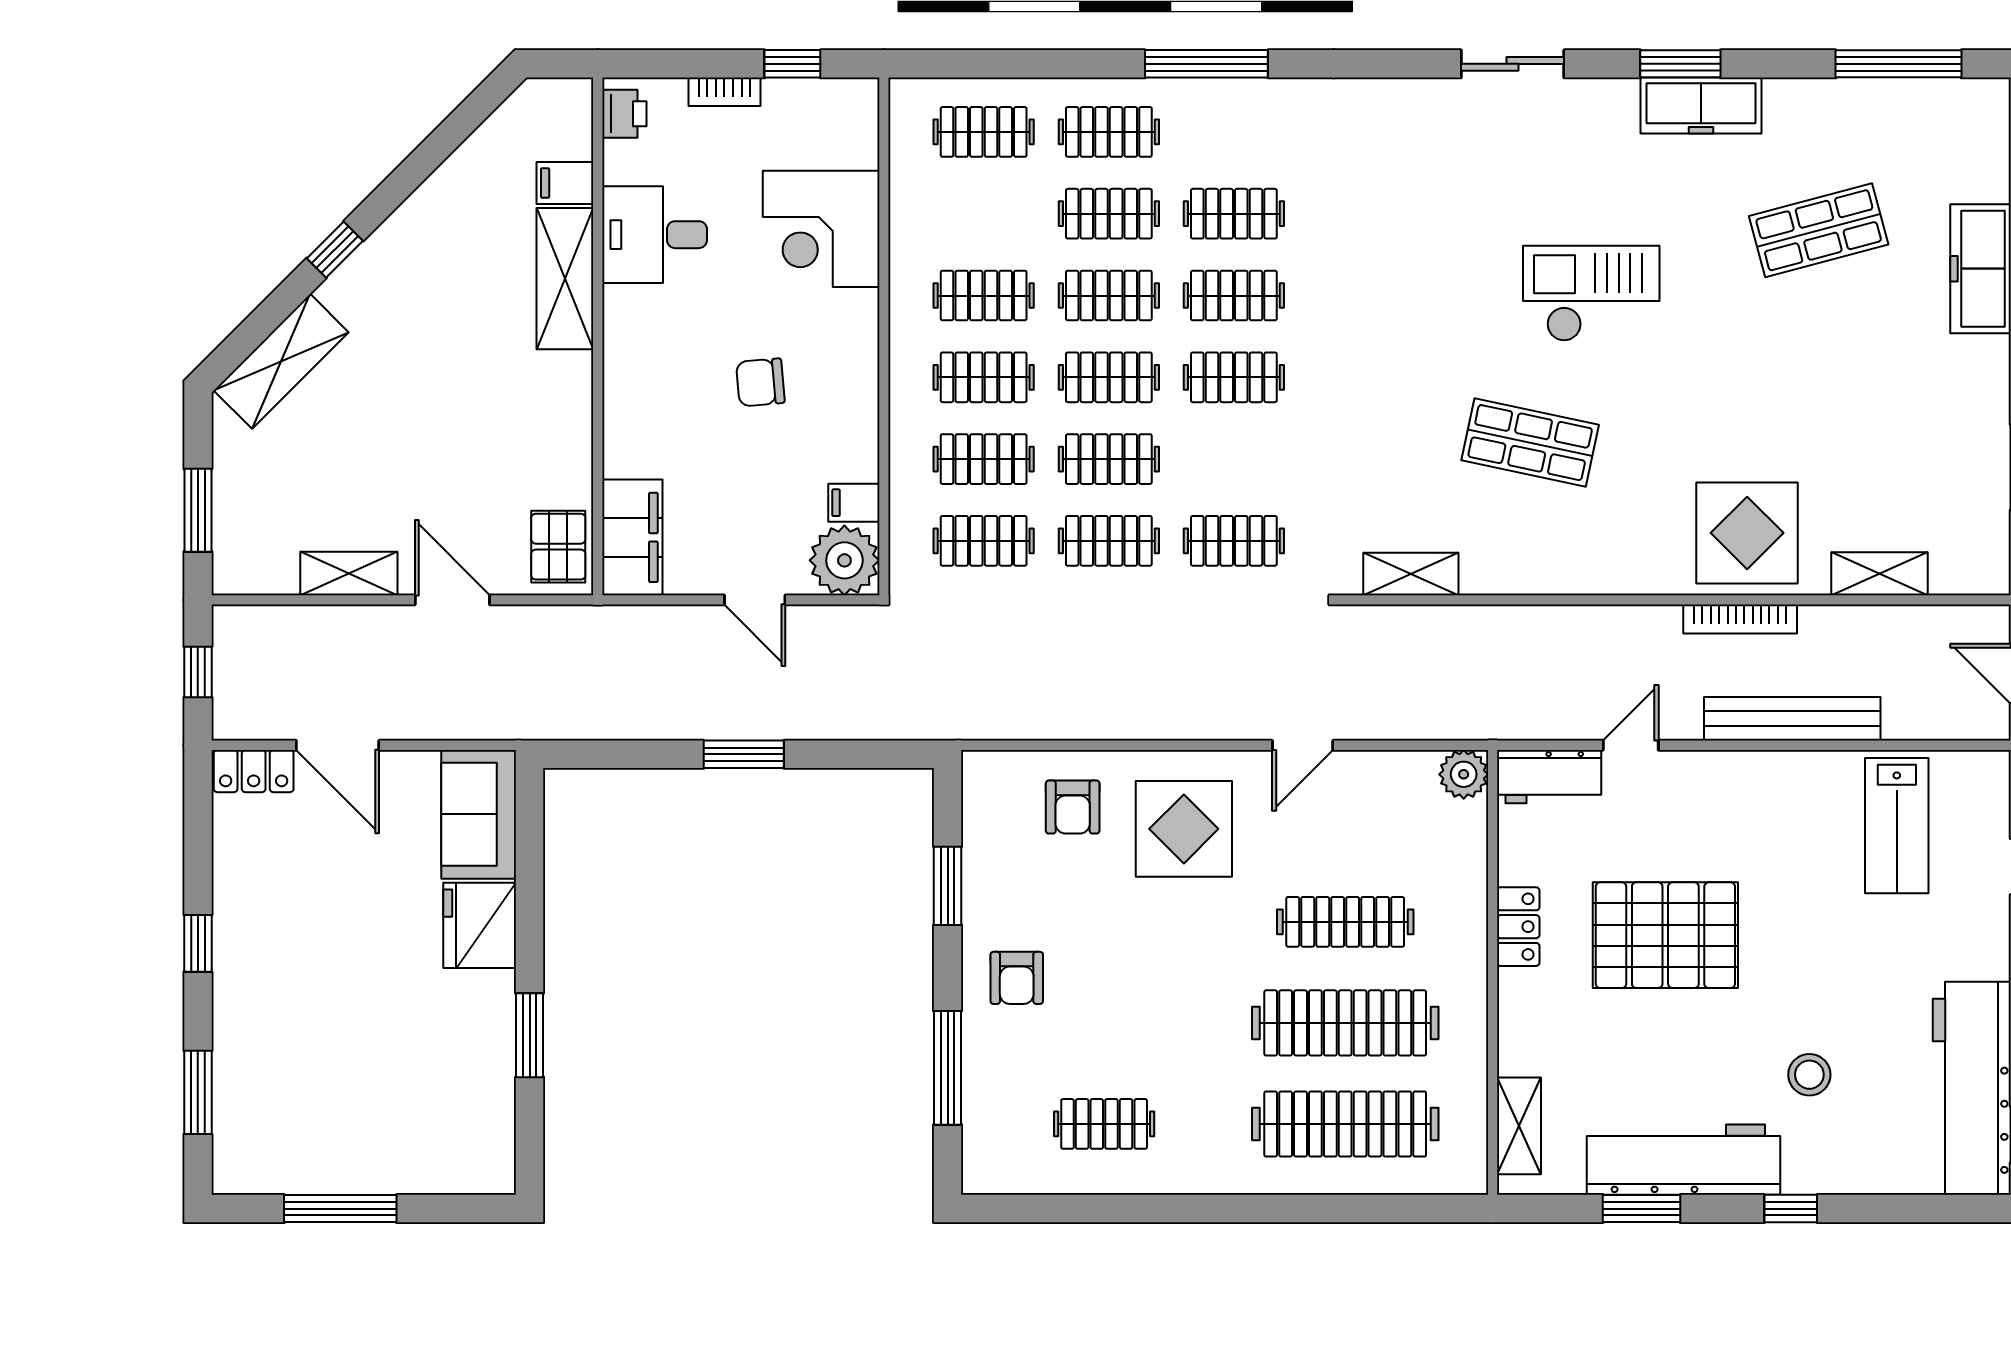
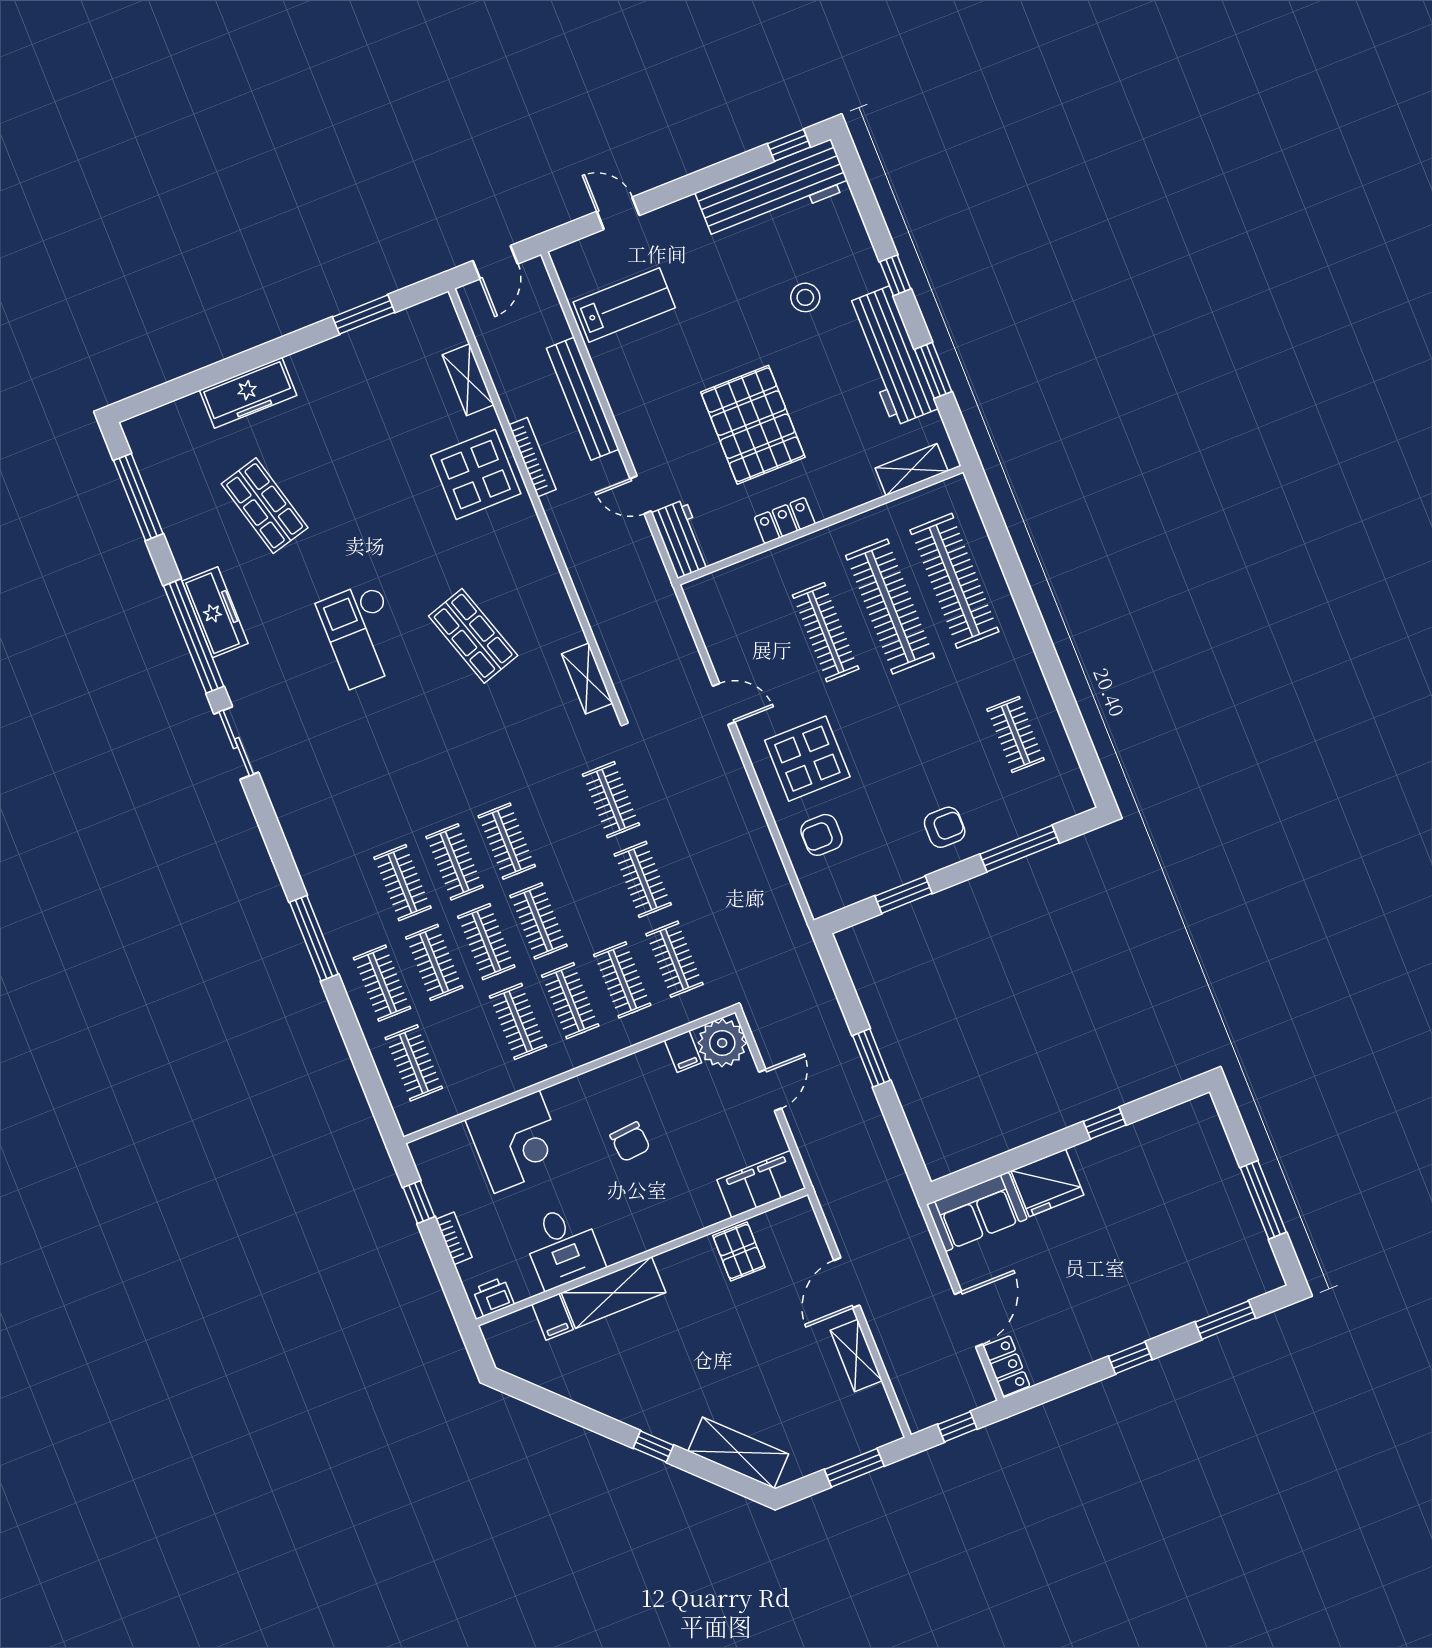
window: (1680, 64) -> (194, 636), width x2.11
shop shelf: (1530, 443) -> (473, 636), turned -30
clothes rail: (1109, 459) -> (591, 900), removed
pallet: (558, 547) -> (739, 1251), moved, turned 90
plant: (1464, 774) -> (701, 594), removed
armchair: (1073, 807) -> (822, 835), turned 180
window: (530, 1035) -> (1105, 1123), width x0.67

